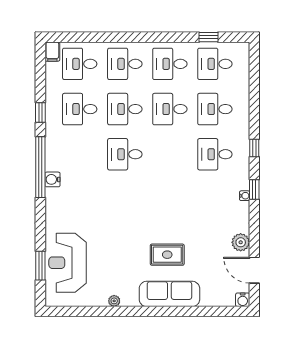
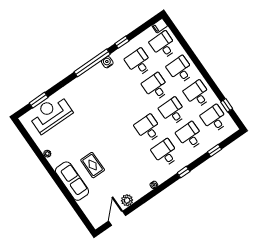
desk: (125, 154) -> (148, 128), moved
water cooler: (52, 179) -> (107, 62), moved
window: (254, 190) -> (214, 151), moved
water cooler: (243, 300) -> (97, 223), removed

